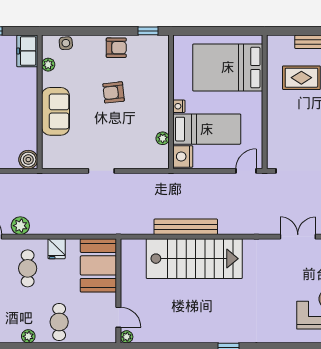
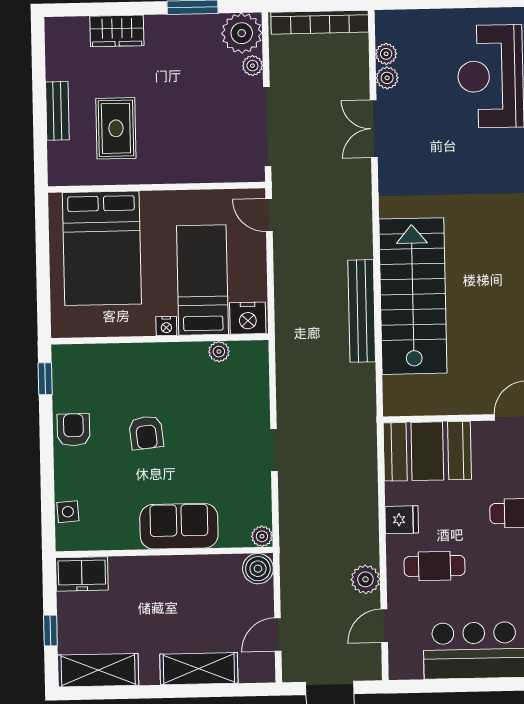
plant: (48, 65) -> (262, 536), moved

